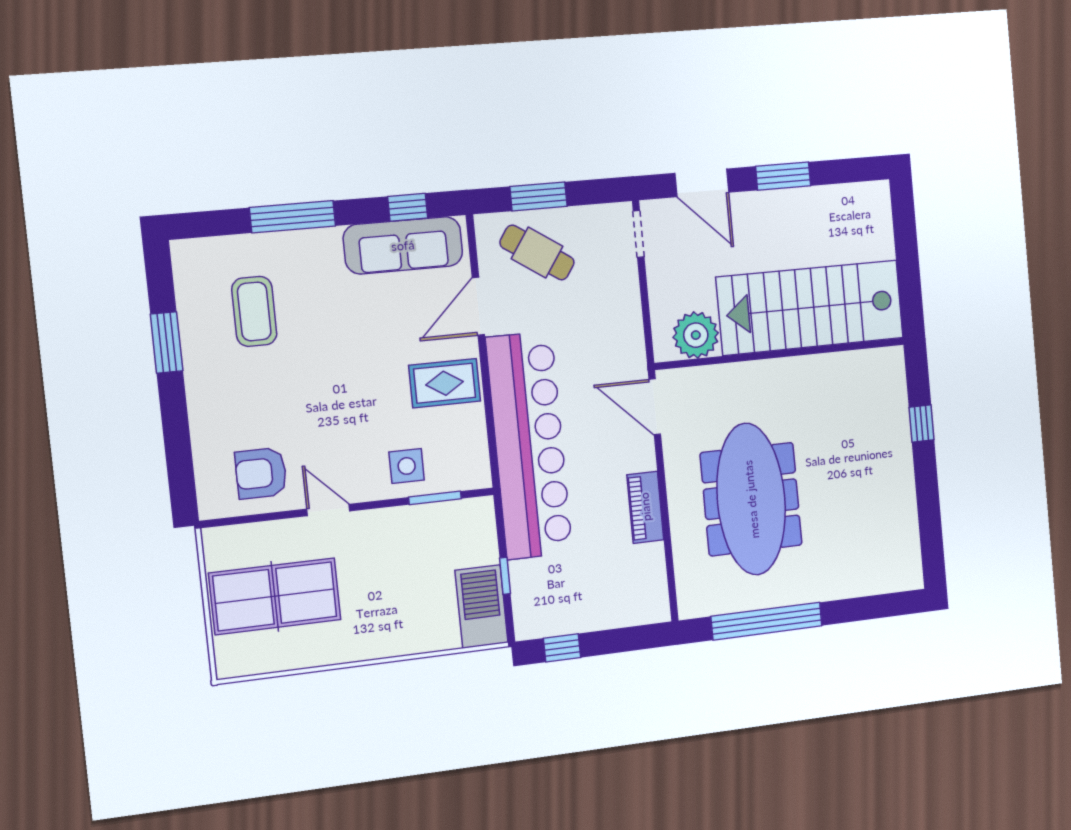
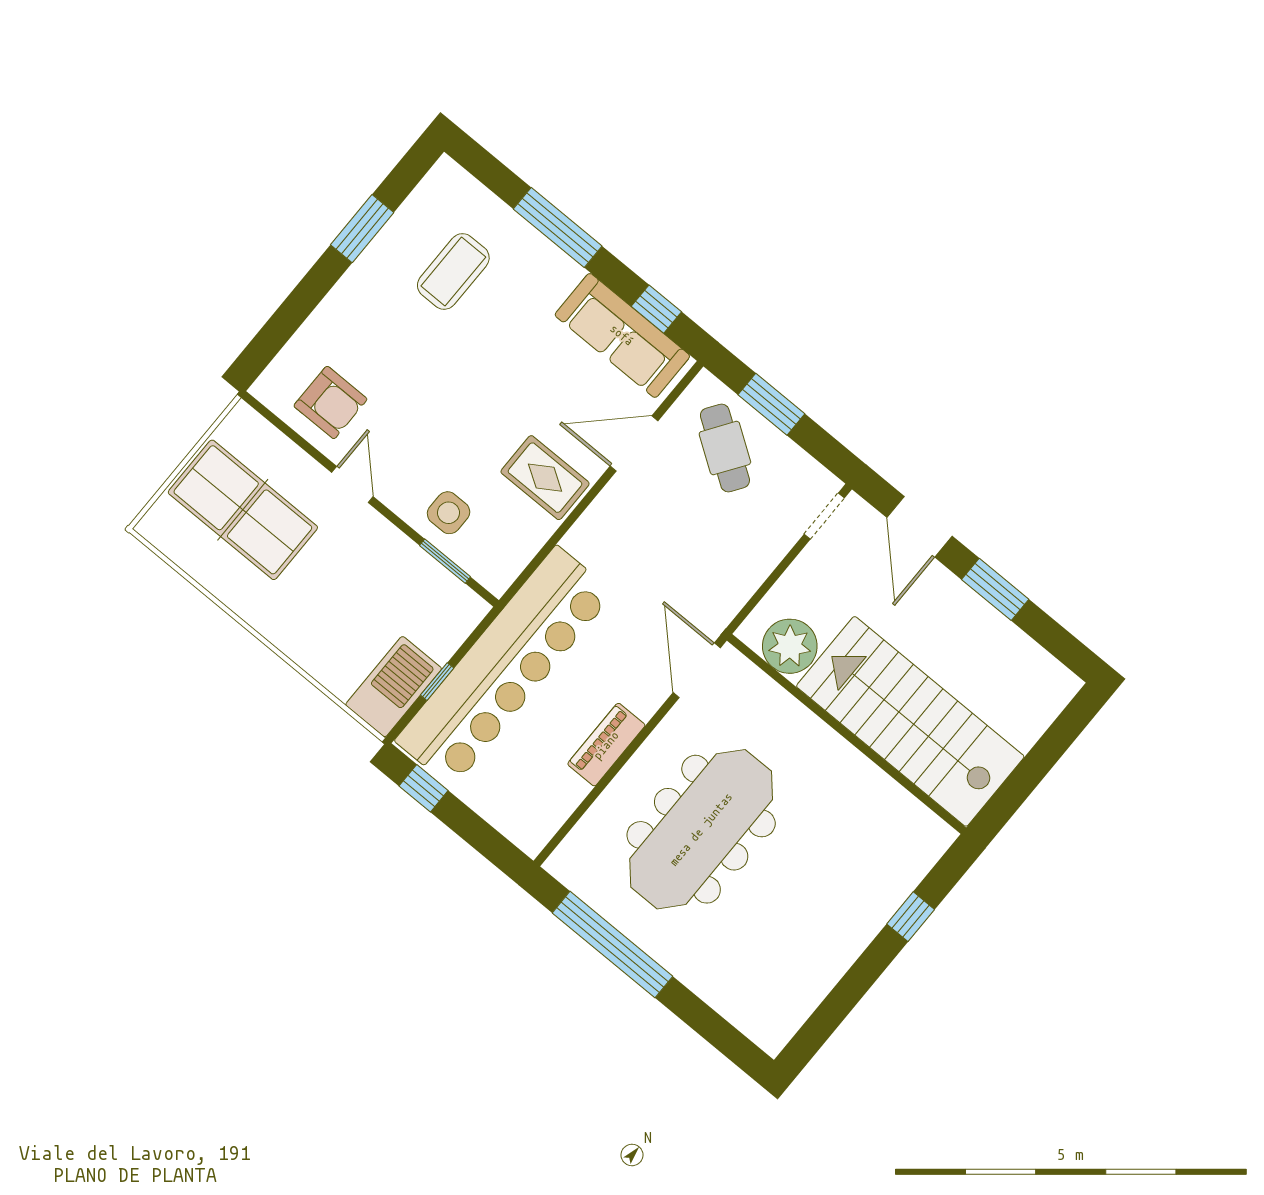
bar counter: (529, 445) -> (504, 667), moved
armchair: (261, 473) -> (330, 402), turned 180

